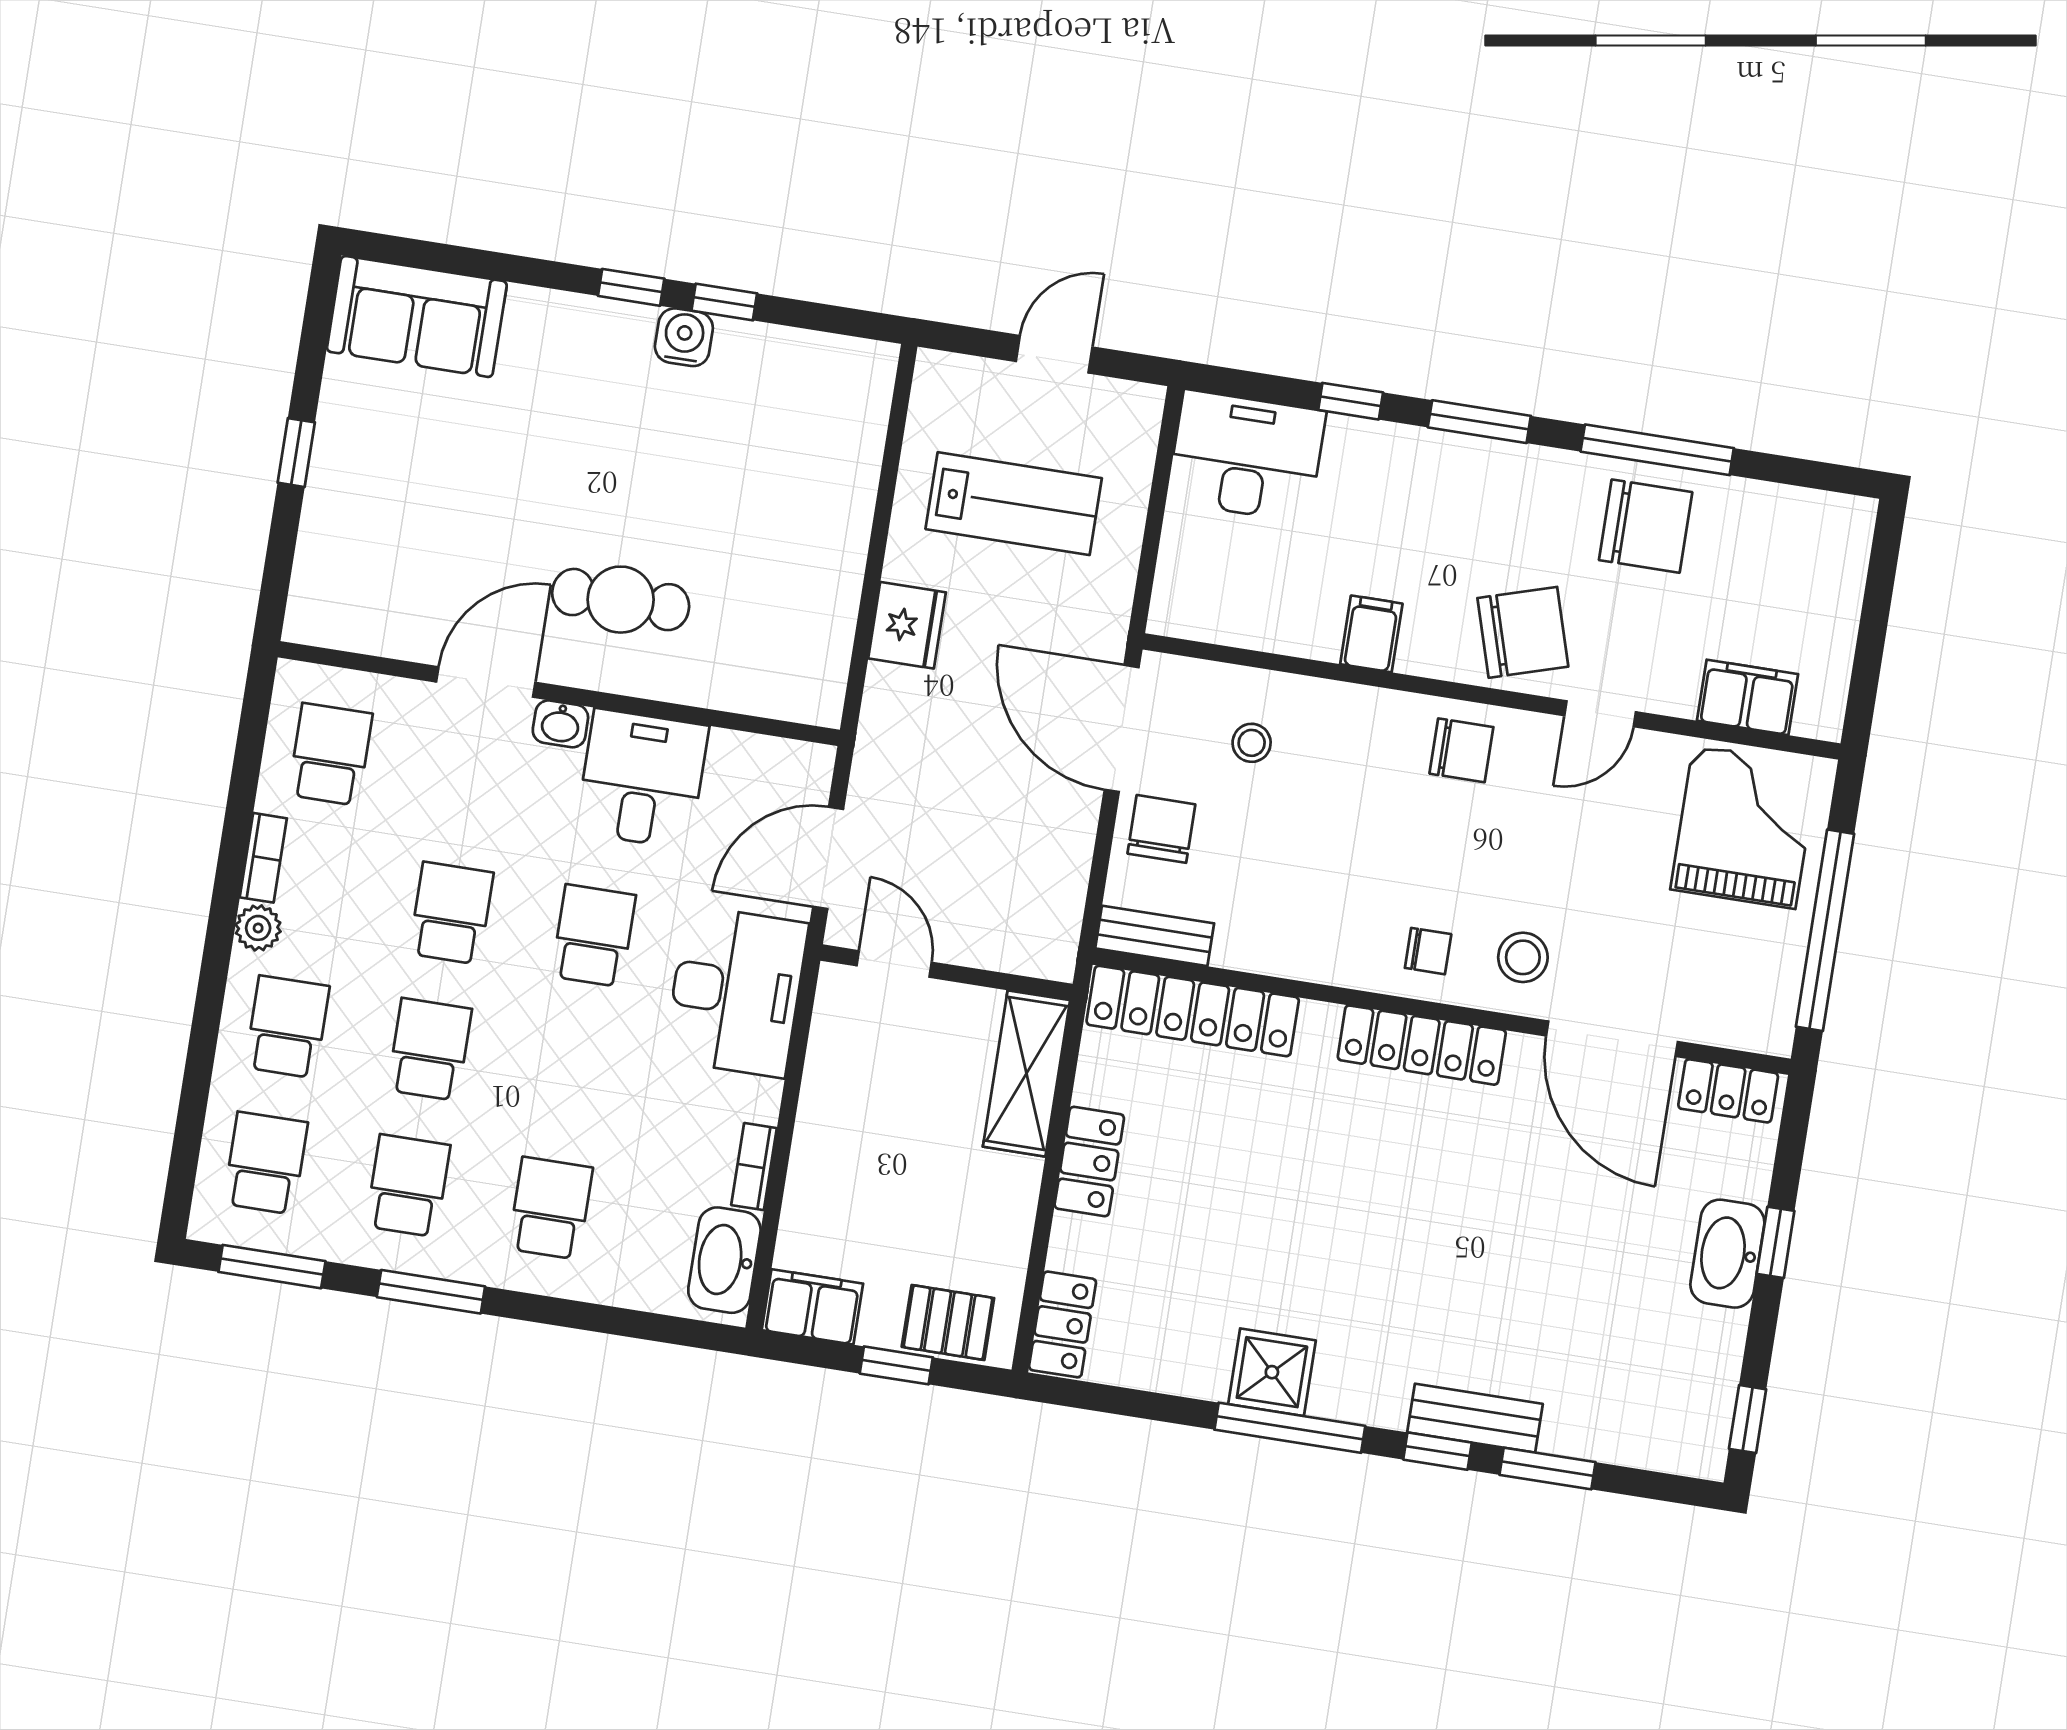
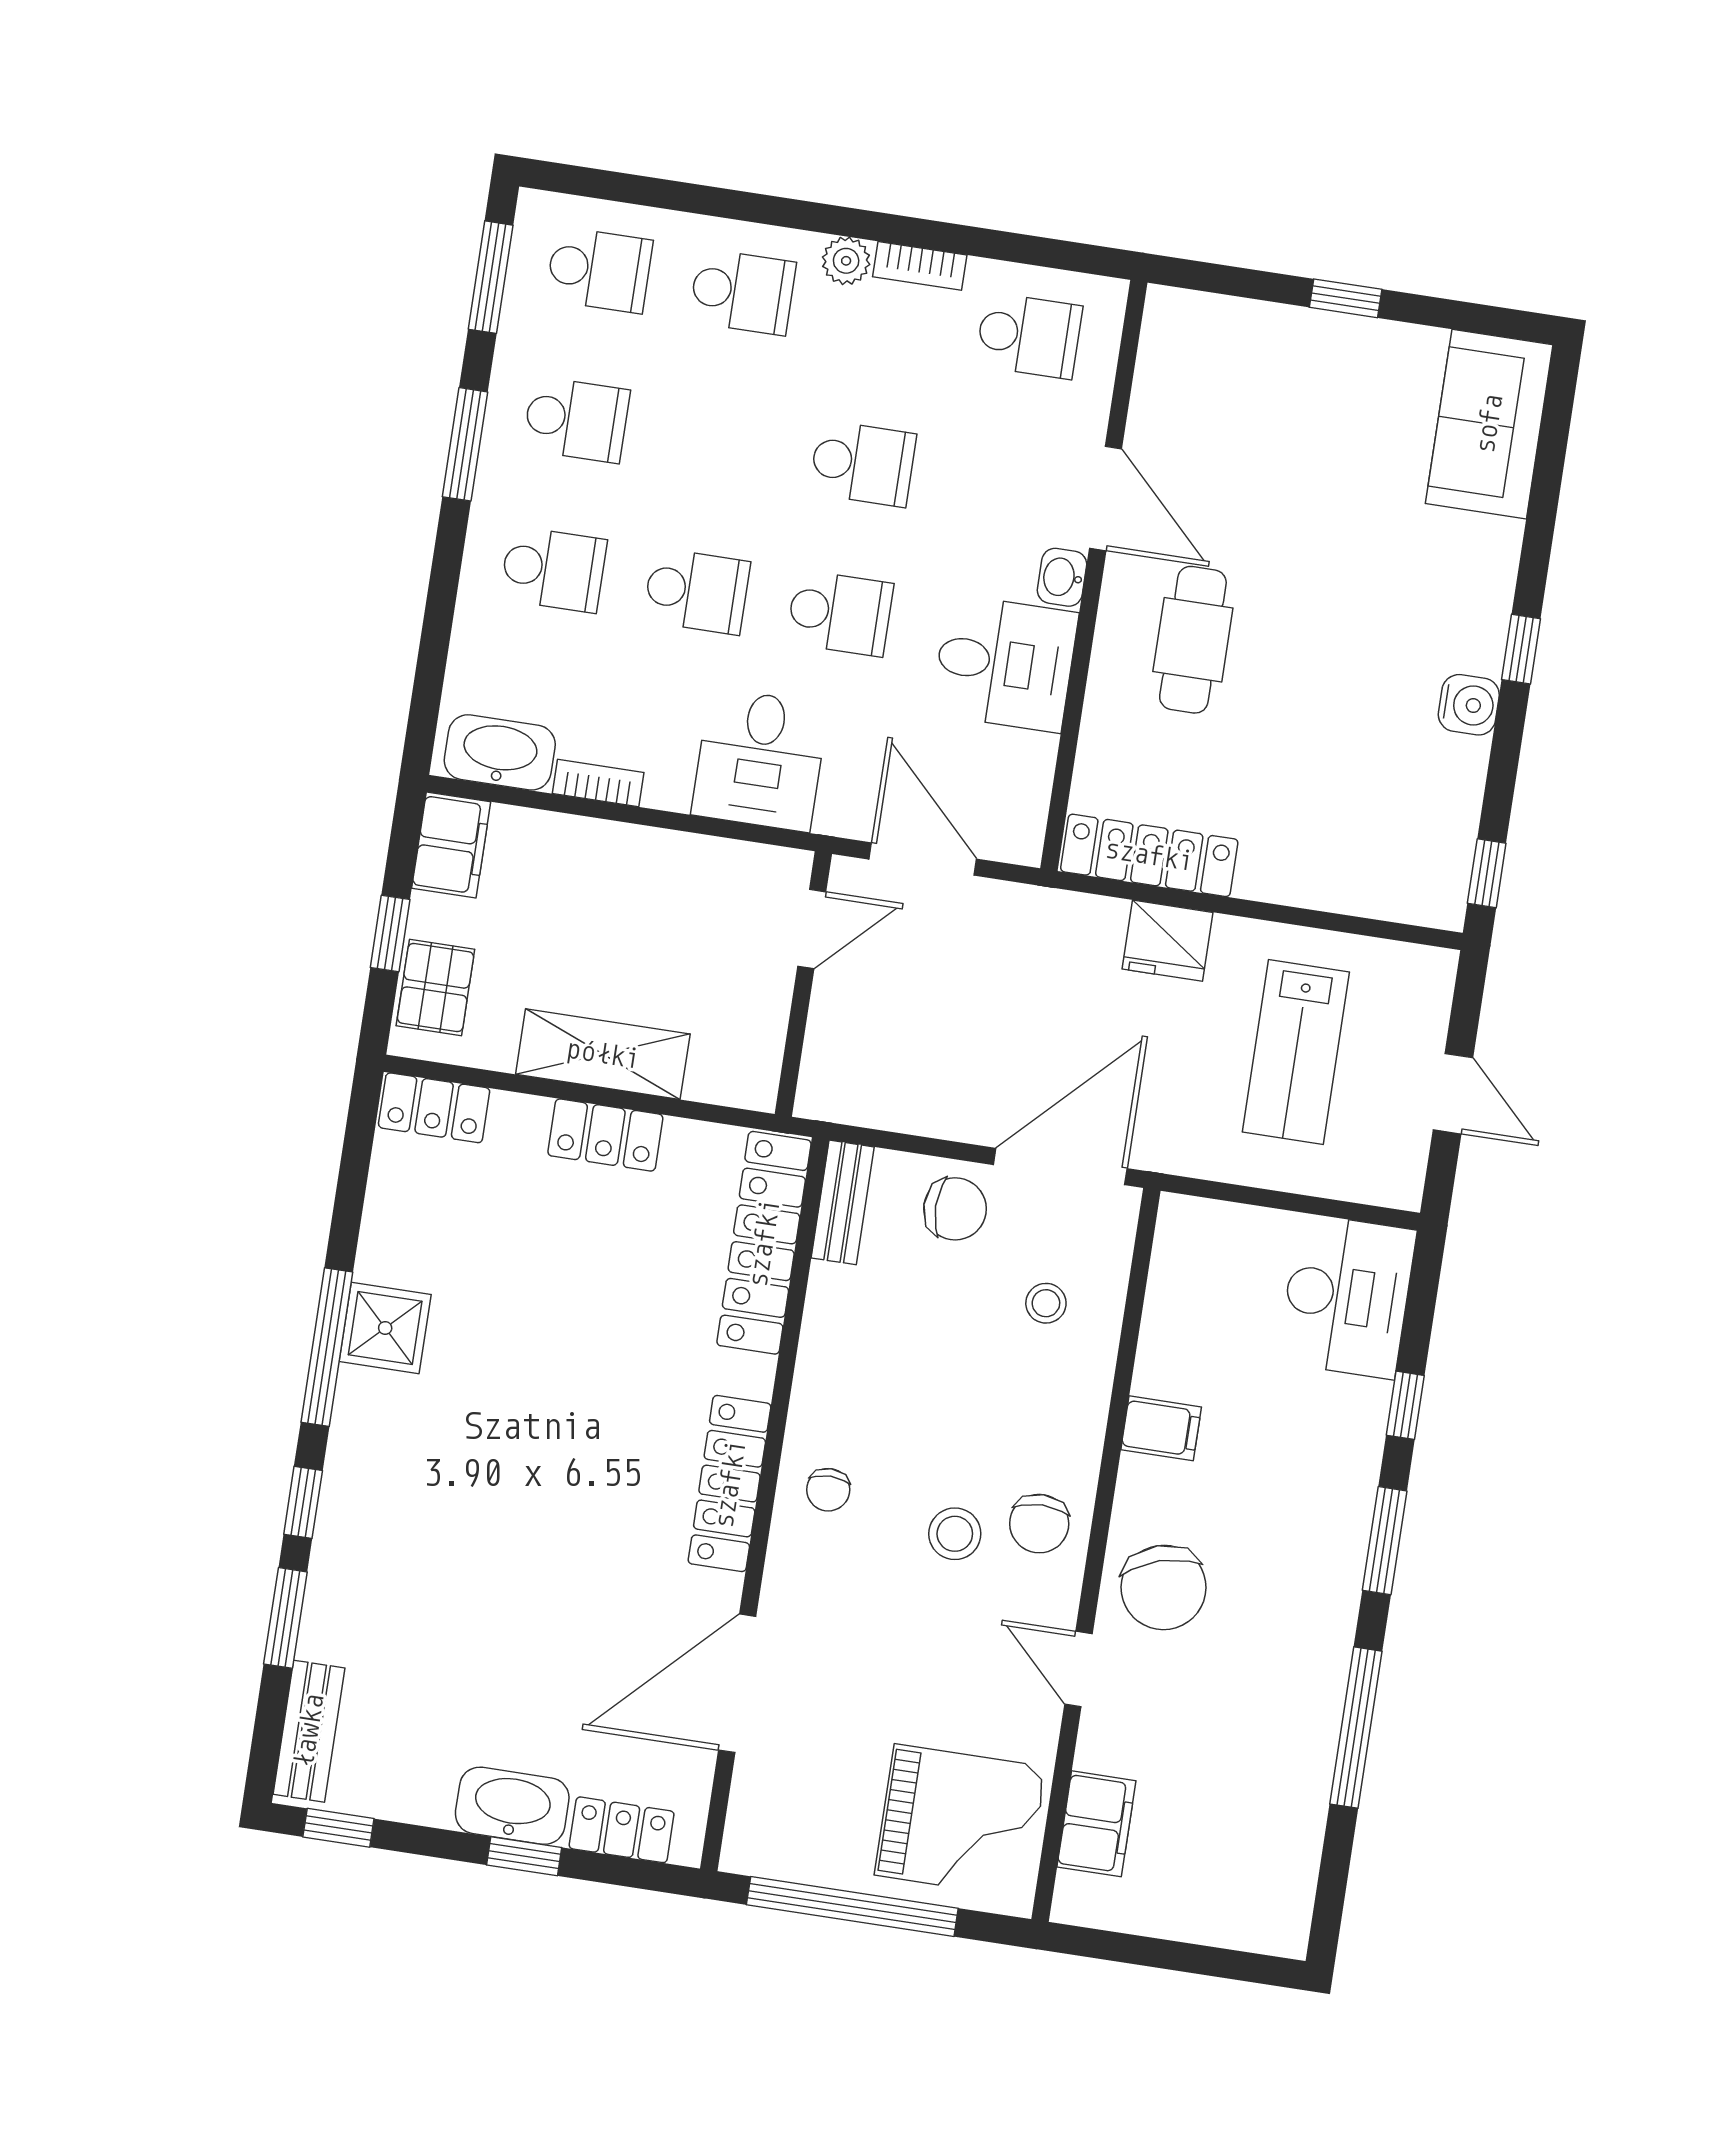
window: (724, 302) -> (1487, 873), moved
chair: (1646, 526) -> (1276, 1716), removed
locker: (826, 642) -> (1149, 855), added
stool: (1523, 957) -> (955, 1534), moved
desk: (736, 991) -> (760, 760), width x0.73
school desk: (430, 1049) -> (697, 591), moved
shelving: (1027, 1073) -> (603, 1054), moved
locker: (1728, 1091) -> (622, 1830), moved, turned 90
bench: (1475, 1418) -> (309, 1731), moved

